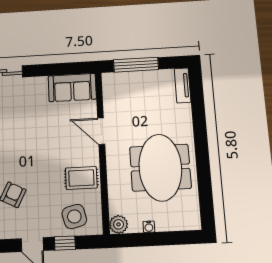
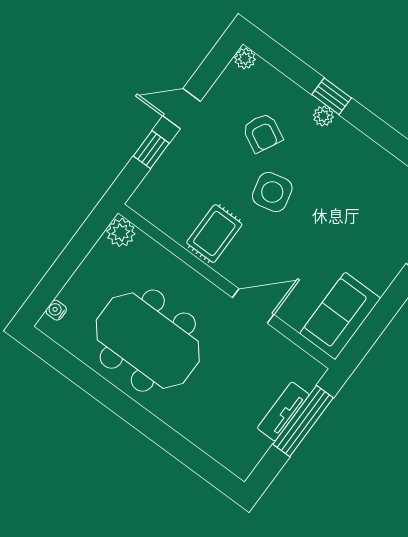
tv unit: (183, 85) -> (283, 411), moved, turned -90
side table: (74, 216) -> (272, 192), moved
water cooler: (149, 227) -> (56, 310), moved

